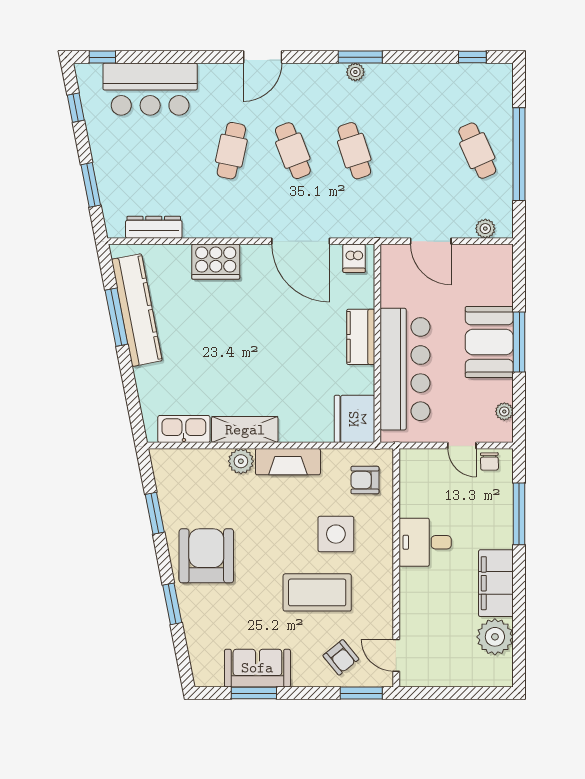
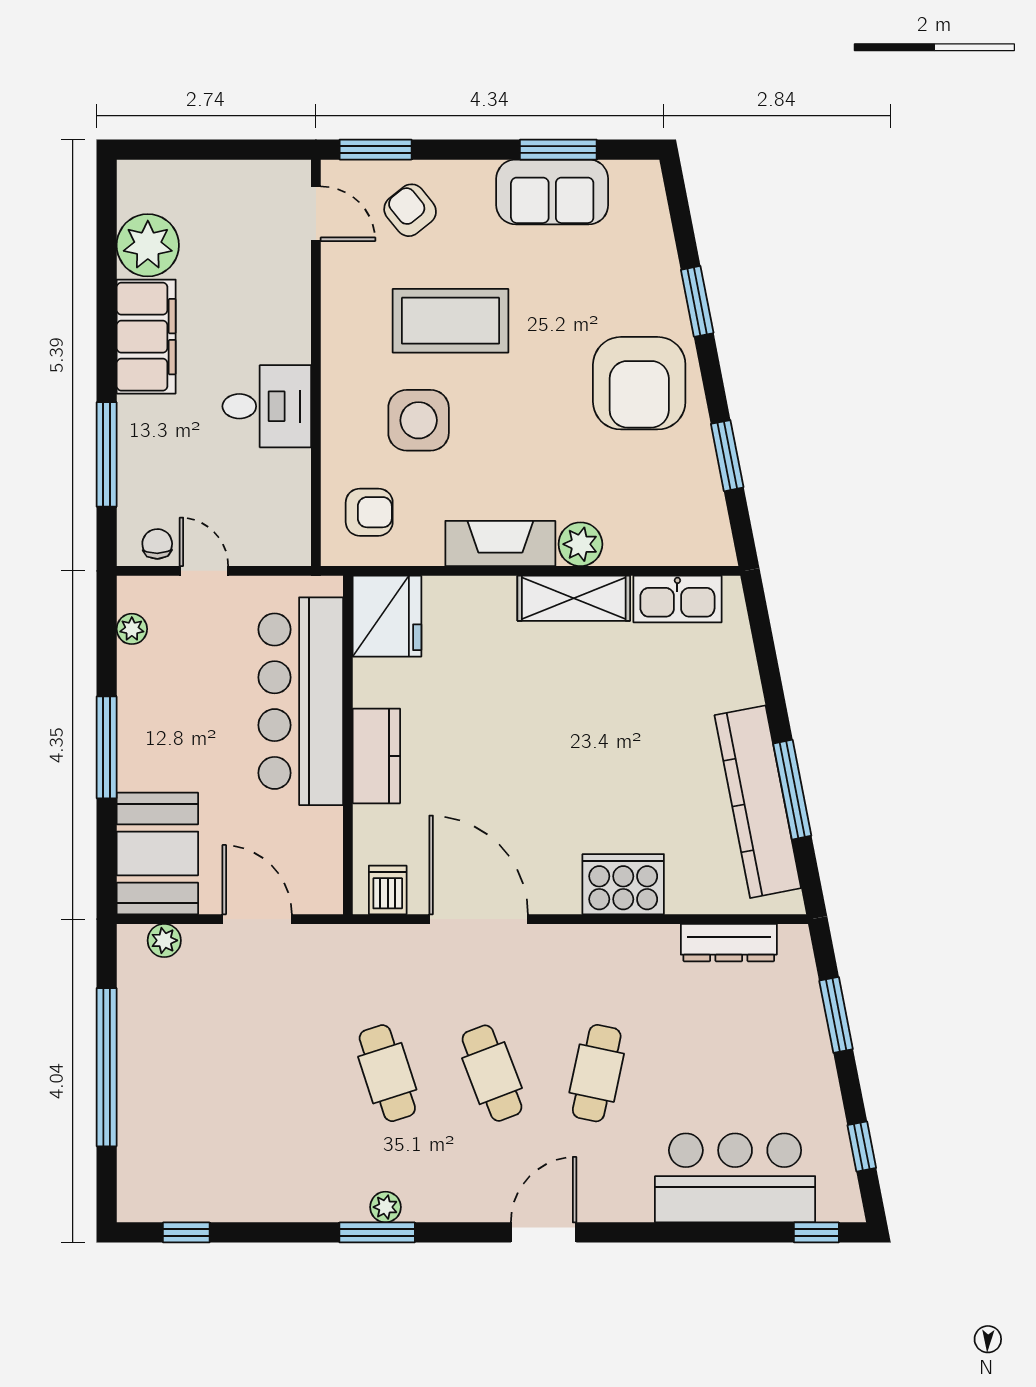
cafe table: (477, 151) -> (178, 1073), removed
booth: (489, 342) -> (157, 853), moved

